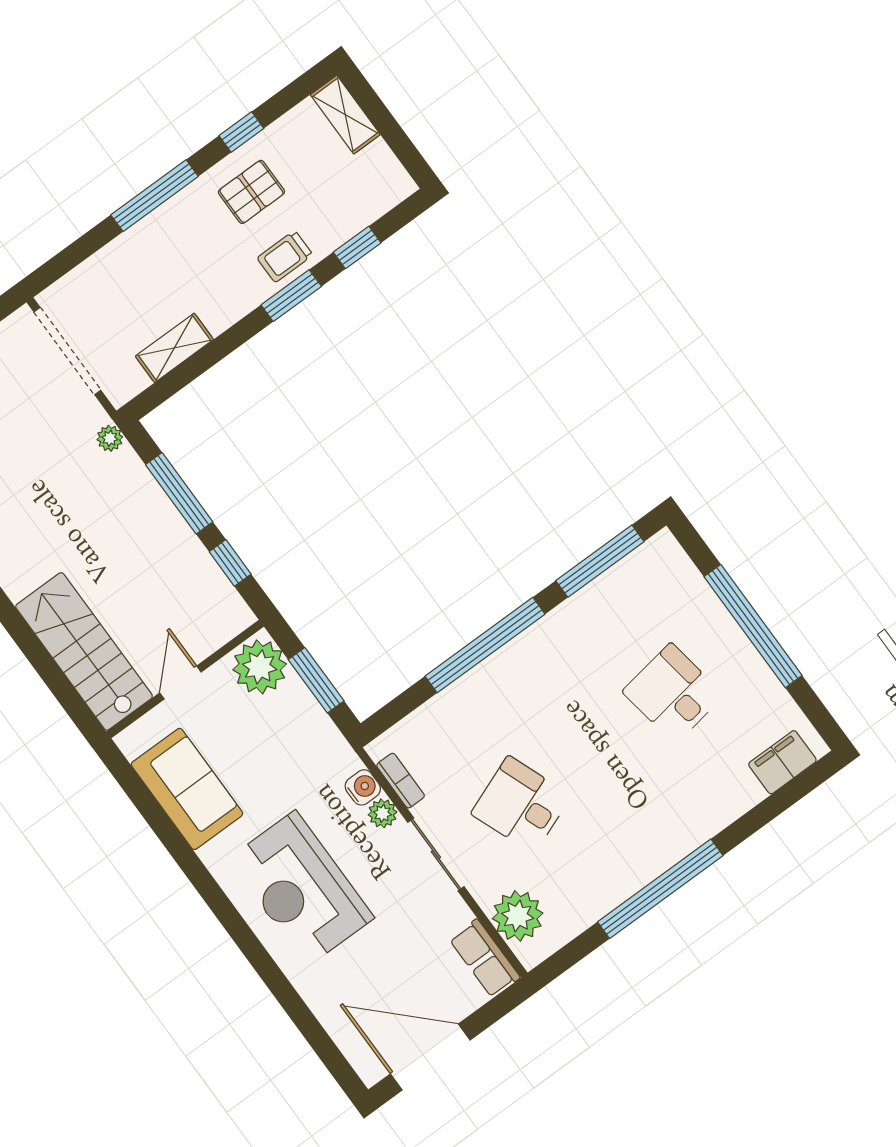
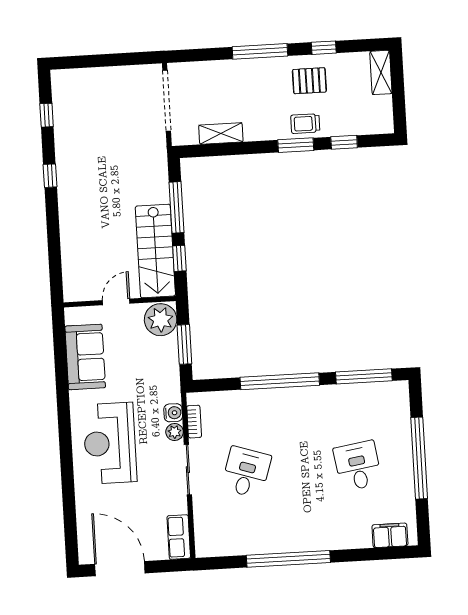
plant: (110, 438) -> (160, 158), removed
stairs: (84, 651) -> (155, 251), moved, turned 180
desk: (521, 805) -> (246, 472), turned 39
plant: (518, 916) -> (209, 527), removed

